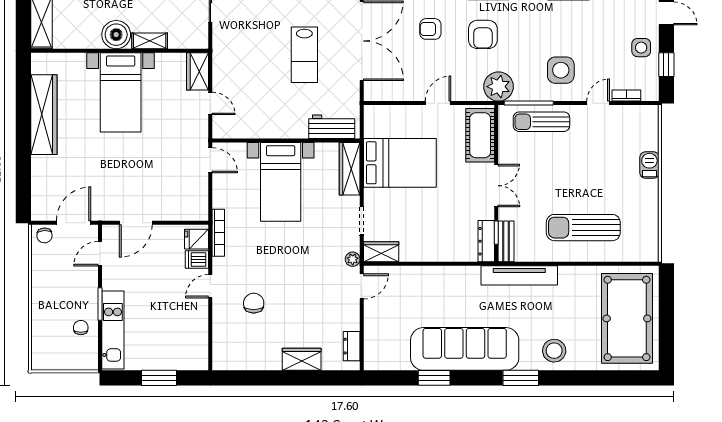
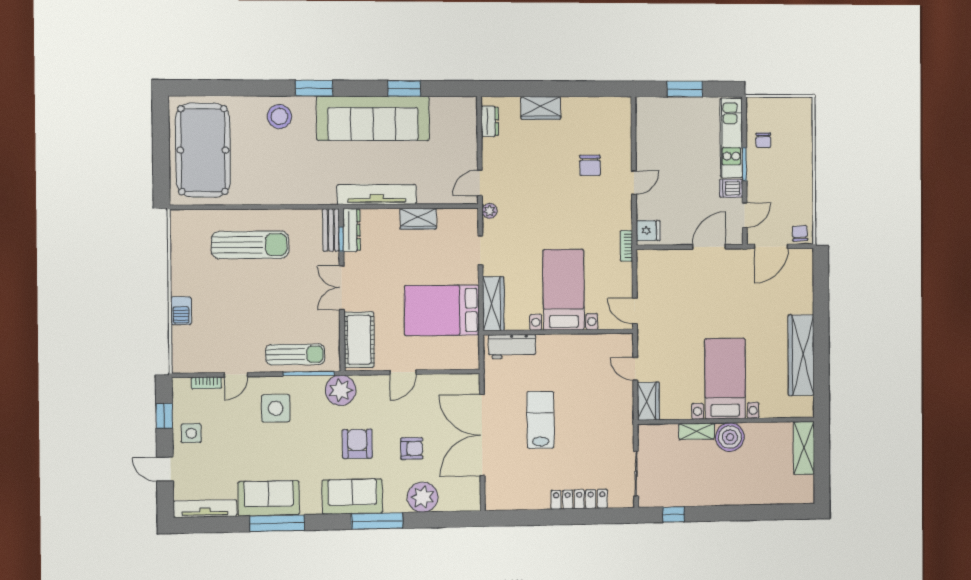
bookcase: (218, 233) -> (626, 246), width x0.64
wardrobe: (381, 252) -> (418, 219), moved
dishwasher: (197, 260) -> (731, 188), moved, turned 180
tv unit: (519, 275) -> (377, 194), moved

